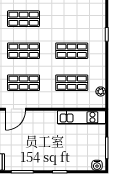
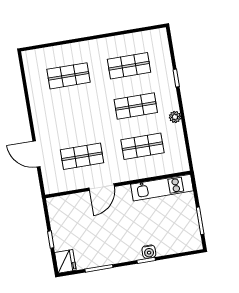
shop shelf: (24, 51) -> (129, 66), moved
plant: (101, 91) -> (175, 117), moved
door: (16, 109) -> (102, 187), moved
water cooler: (97, 165) -> (149, 252), moved

